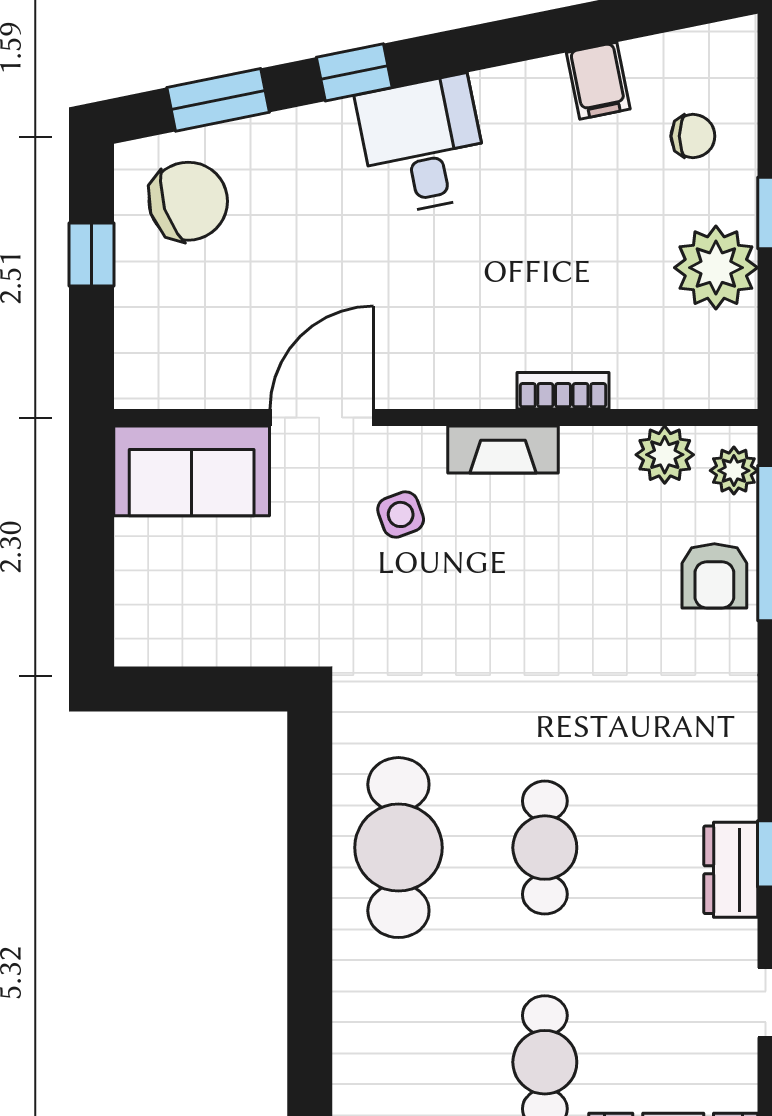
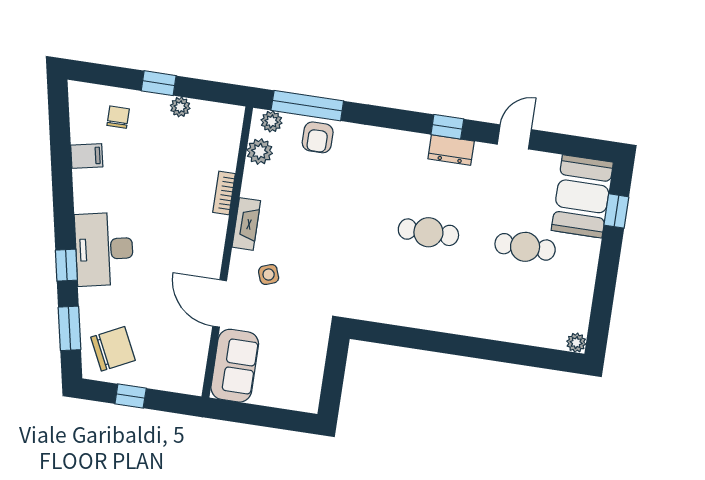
desk: (423, 145) -> (104, 249), width x1.37
chair: (188, 201) -> (113, 349), turned 82
plant: (716, 268) -> (180, 107), width x0.53, depth x0.53
armchair: (714, 576) -> (318, 137), turned 90
cafe table: (398, 848) -> (418, 298), removed

